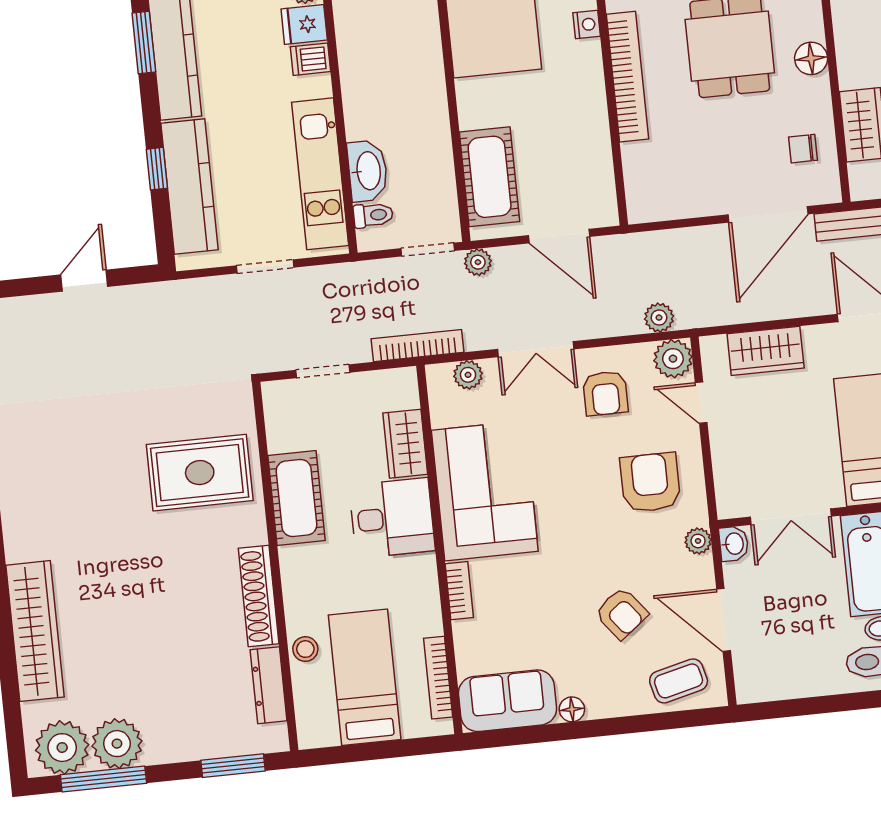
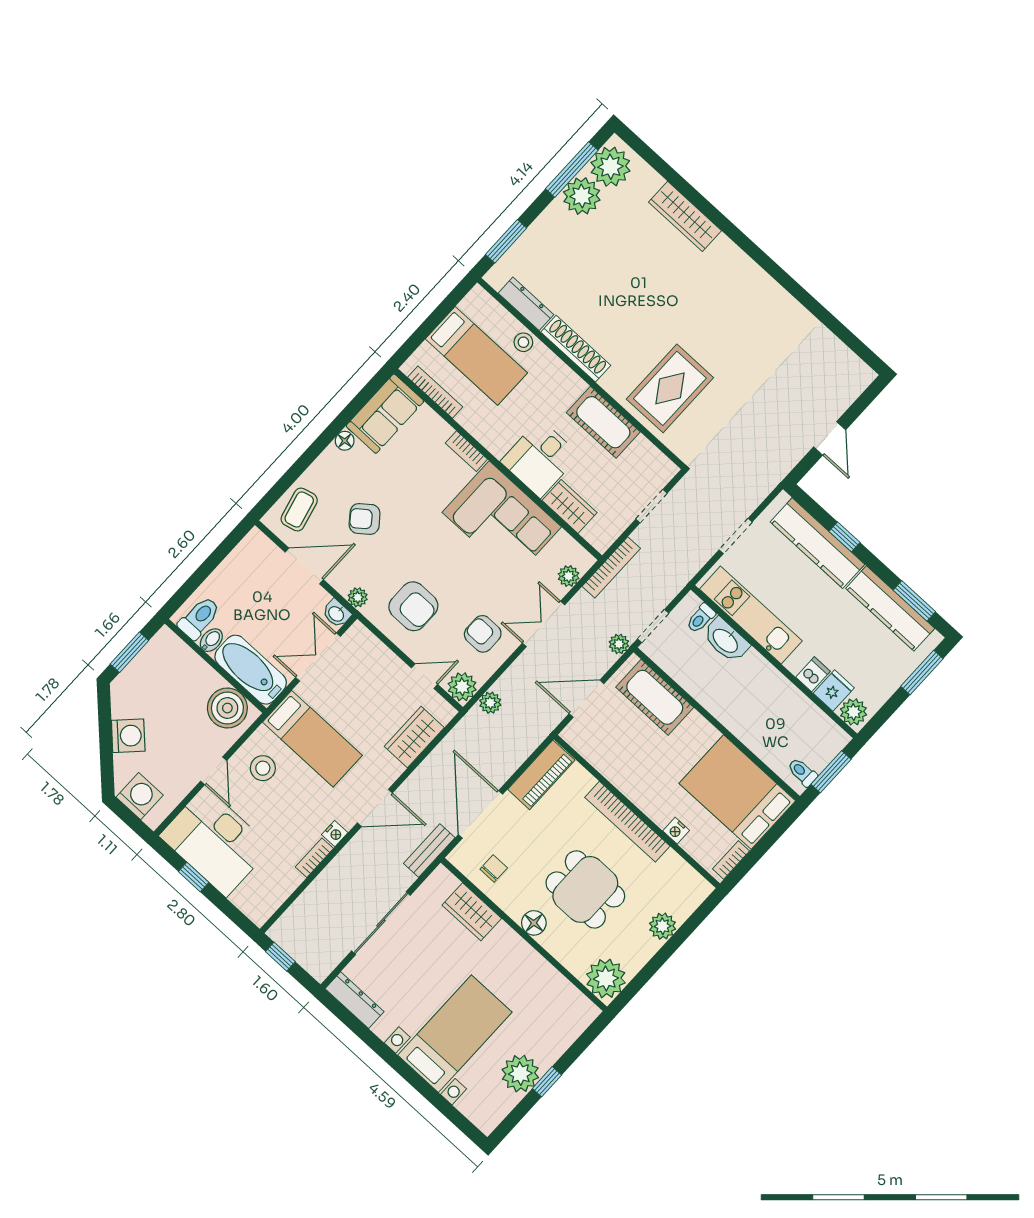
piano: (672, 200) -> (541, 775), added
wardrobe: (35, 631) -> (685, 216), width x0.71, depth x0.85

